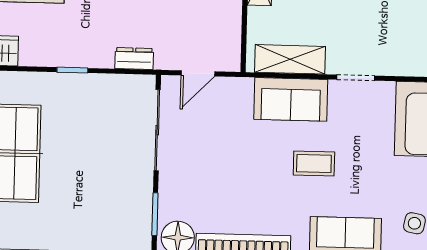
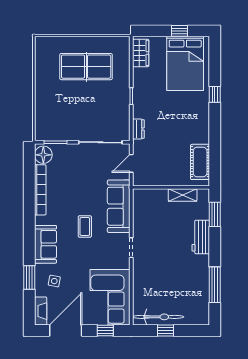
shelving: (290, 59) -> (140, 212), removed
door: (198, 73) -> (131, 163), hinge flipped
sofa: (291, 99) -> (119, 206), width x1.36

